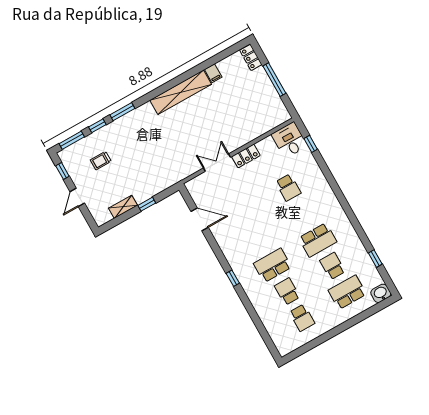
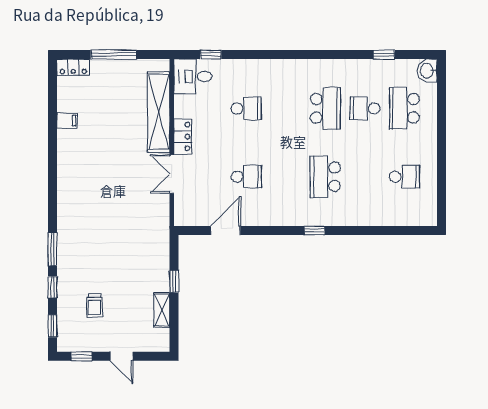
shelving: (181, 92) -> (159, 112), moved
window: (72, 140) -> (52, 326), width x0.67
school desk: (287, 292) -> (246, 177), moved, turned 180

